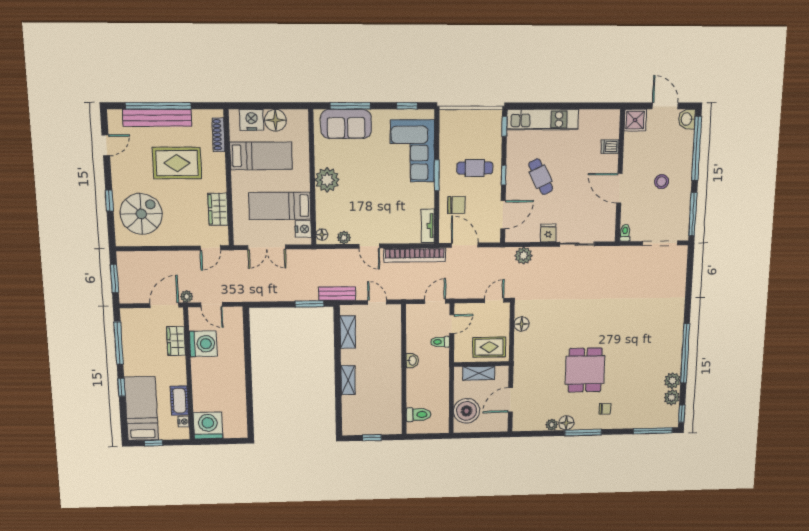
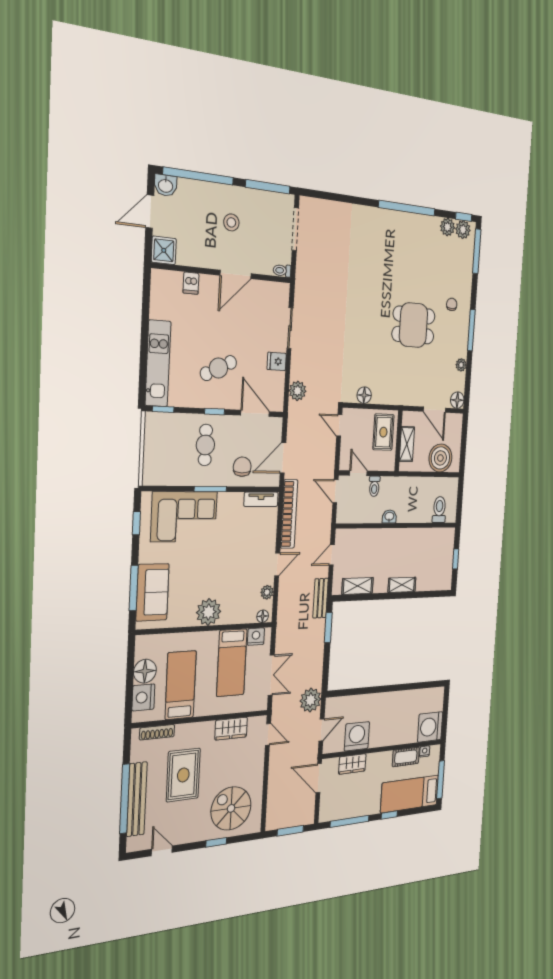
plant: (187, 297) -> (311, 700), moved, width x1.88, depth x1.88
plant: (672, 381) -> (463, 230), moved
floor lamp: (566, 423) -> (457, 400), moved
window: (154, 443) -> (441, 780), width x2.17

